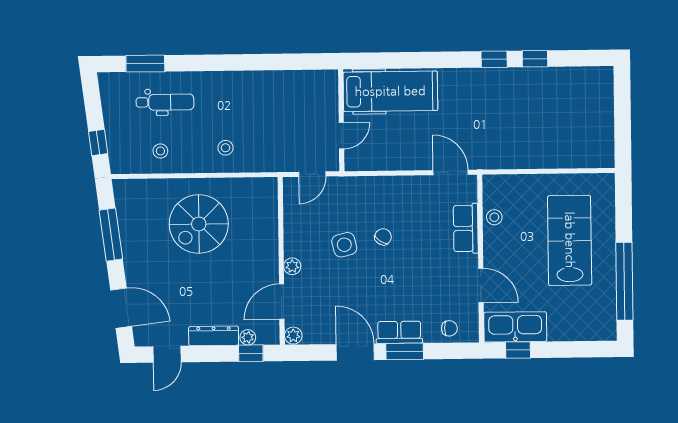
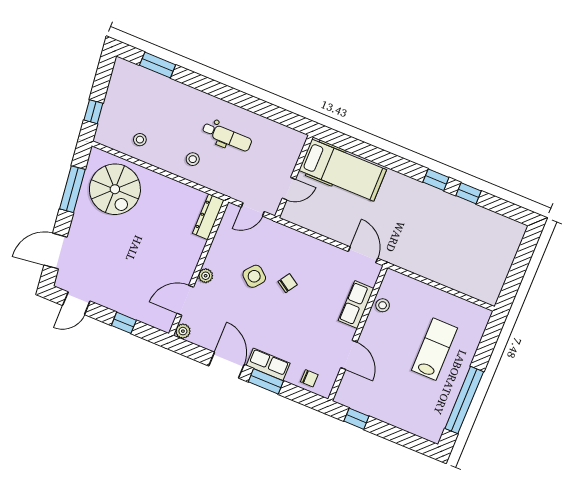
dental chair: (165, 102) -> (227, 136), moved
spiral stairs: (199, 224) -> (115, 189), moved, turned -90
lab bench: (570, 240) -> (434, 349), width x0.73, depth x0.72
side table: (344, 245) -> (254, 276), turned -36
door: (121, 308) -> (55, 251), swing flipped
kitchen sink: (515, 327) -> (362, 399), removed
dresser: (214, 336) -> (208, 217), moved, turned -90
plant: (248, 337) -> (146, 317), removed
window: (251, 353) -> (124, 323), moved

